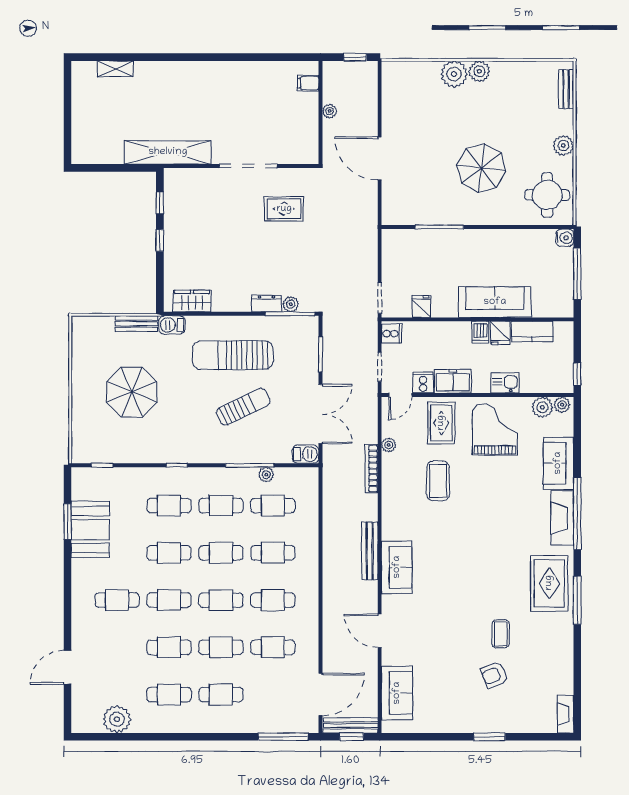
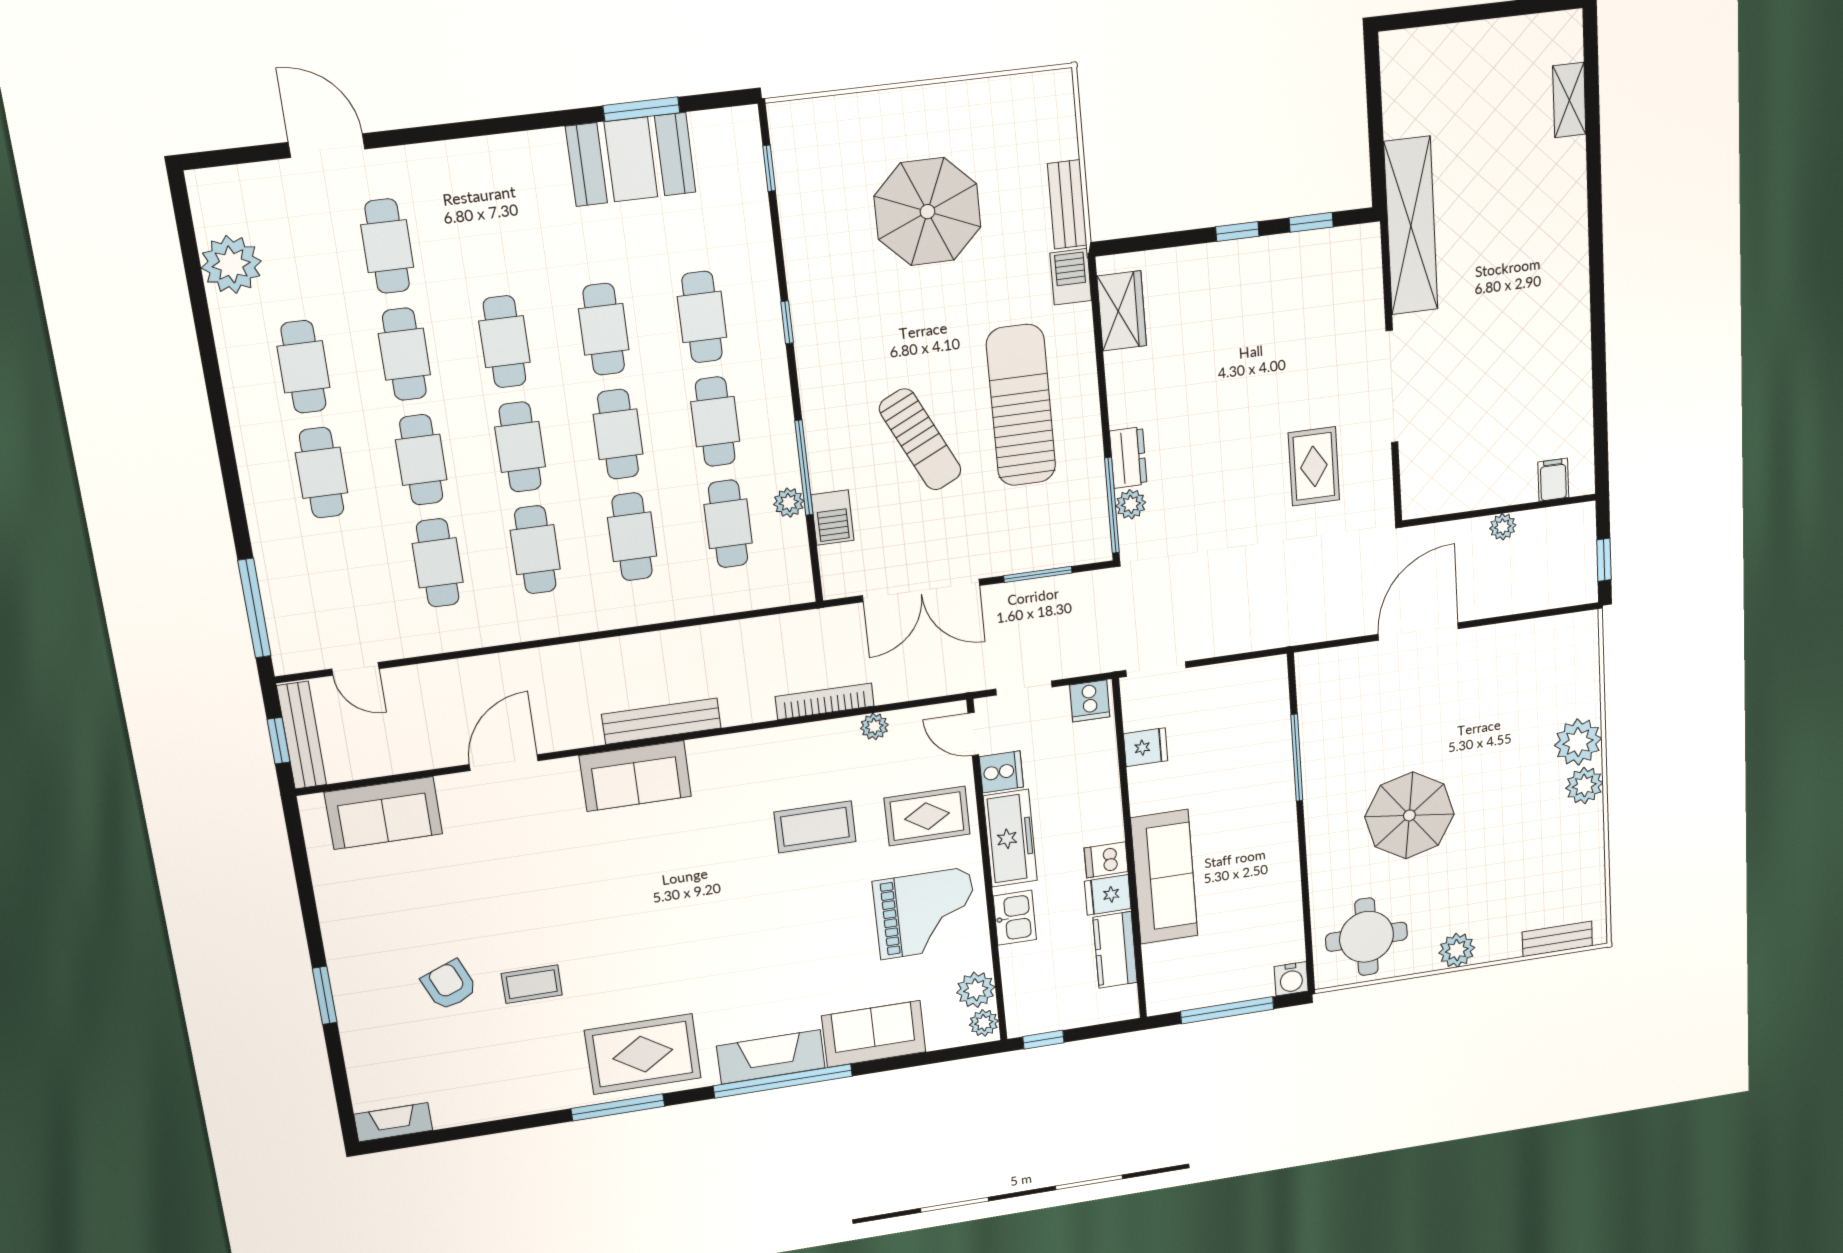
freezer: (453, 381) -> (1010, 838), width x1.40
barbecue: (306, 454) -> (832, 518), moved
cafe table: (117, 600) -> (387, 246), moved
door: (321, 694) -> (355, 669), width x0.53

